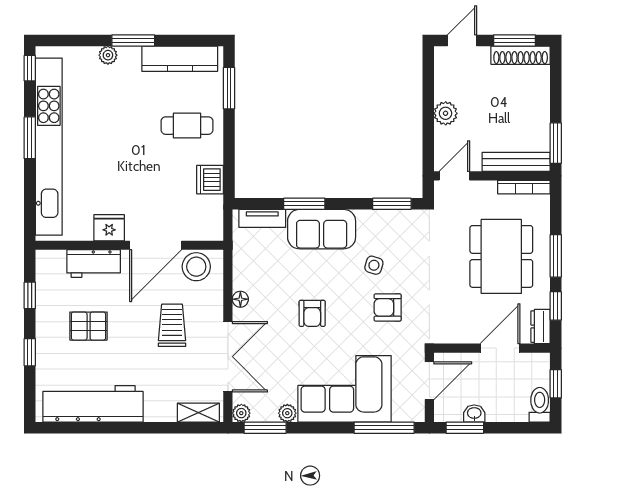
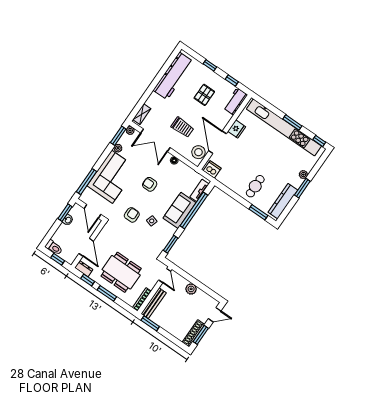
door: (462, 40) -> (215, 315), hinge flipped
dishwasher: (210, 180) -> (212, 169), moved
window: (304, 204) -> (194, 210), width x2.11
workbench: (94, 264) -> (235, 101), moved

